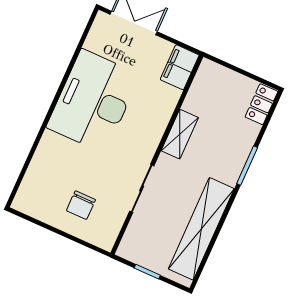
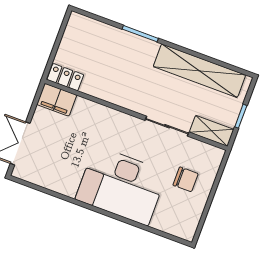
desk: (93, 101) -> (121, 186), moved
locker: (261, 104) -> (65, 77), moved, turned 180
shelving: (180, 134) -> (212, 131), moved

